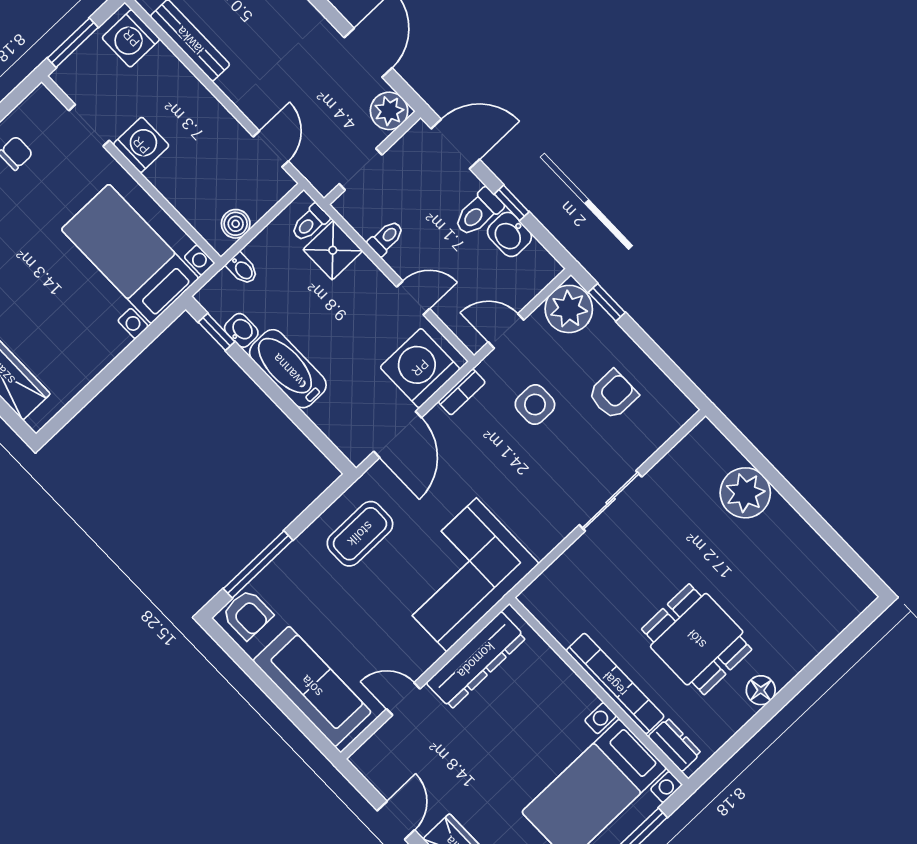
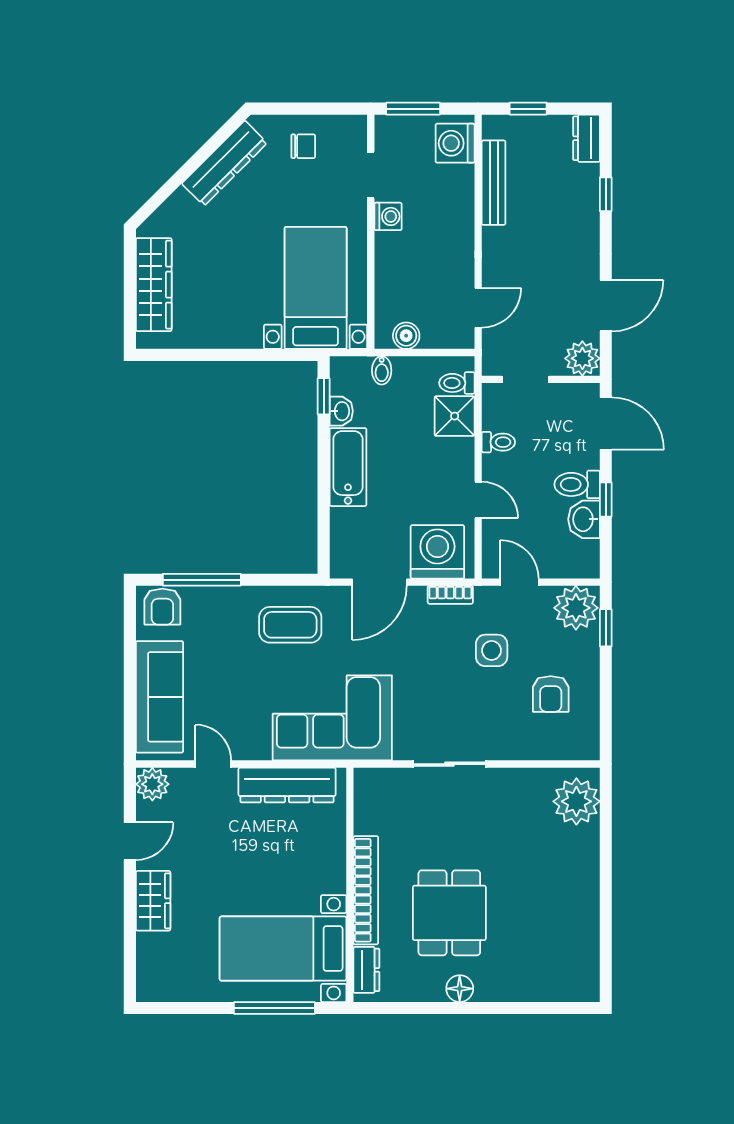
washing machine: (141, 145) -> (388, 216), width x0.73, depth x0.73
armchair: (613, 394) -> (551, 694), turned 90
plant: (745, 493) -> (576, 801), moved
sliding door: (611, 501) -> (450, 764), moved
plant: (371, 759) -> (152, 784), added

